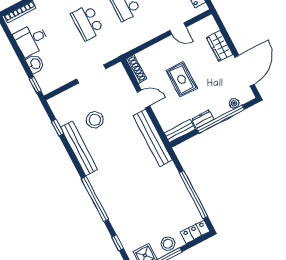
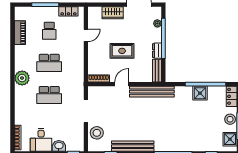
stool: (95, 120) -> (97, 133), moved
shower: (180, 194) -> (200, 93), added

